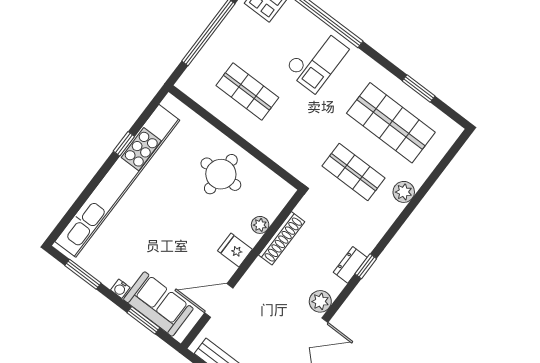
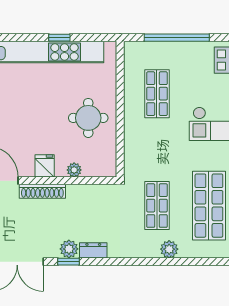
shoe rack: (282, 238) -> (42, 191), moved
window: (366, 266) -> (69, 262), moved
plant: (320, 301) -> (69, 249), moved

